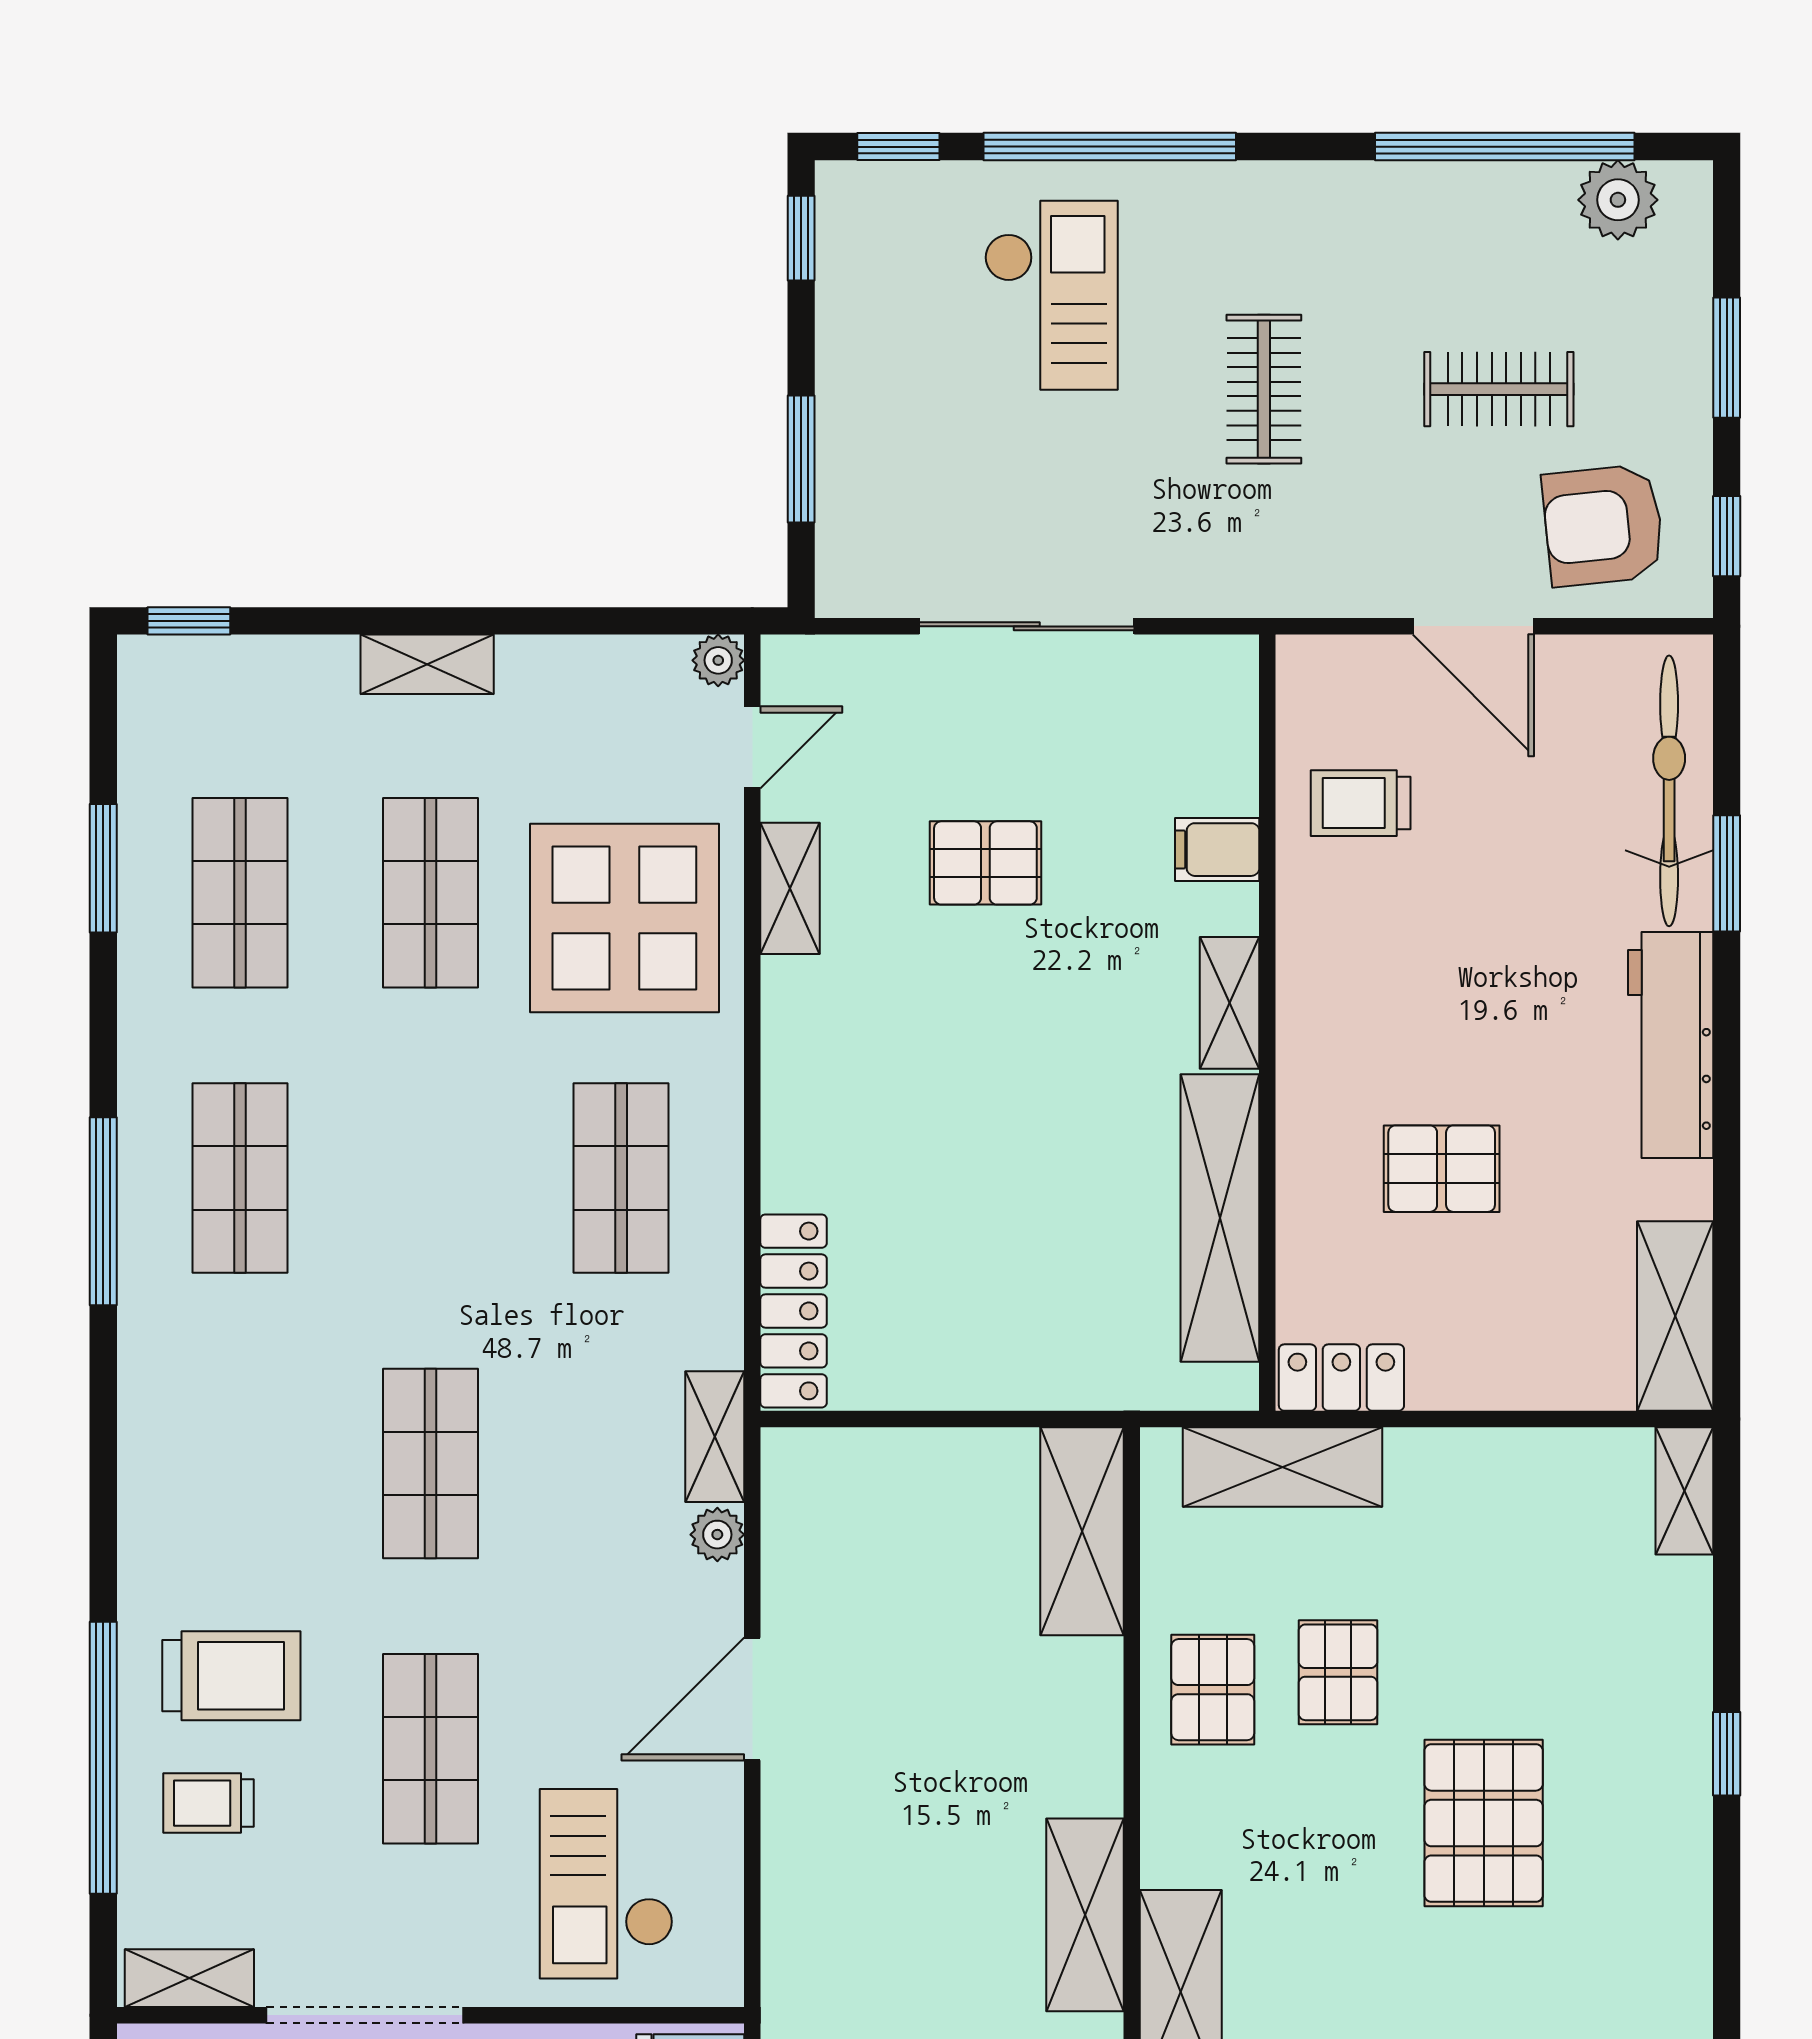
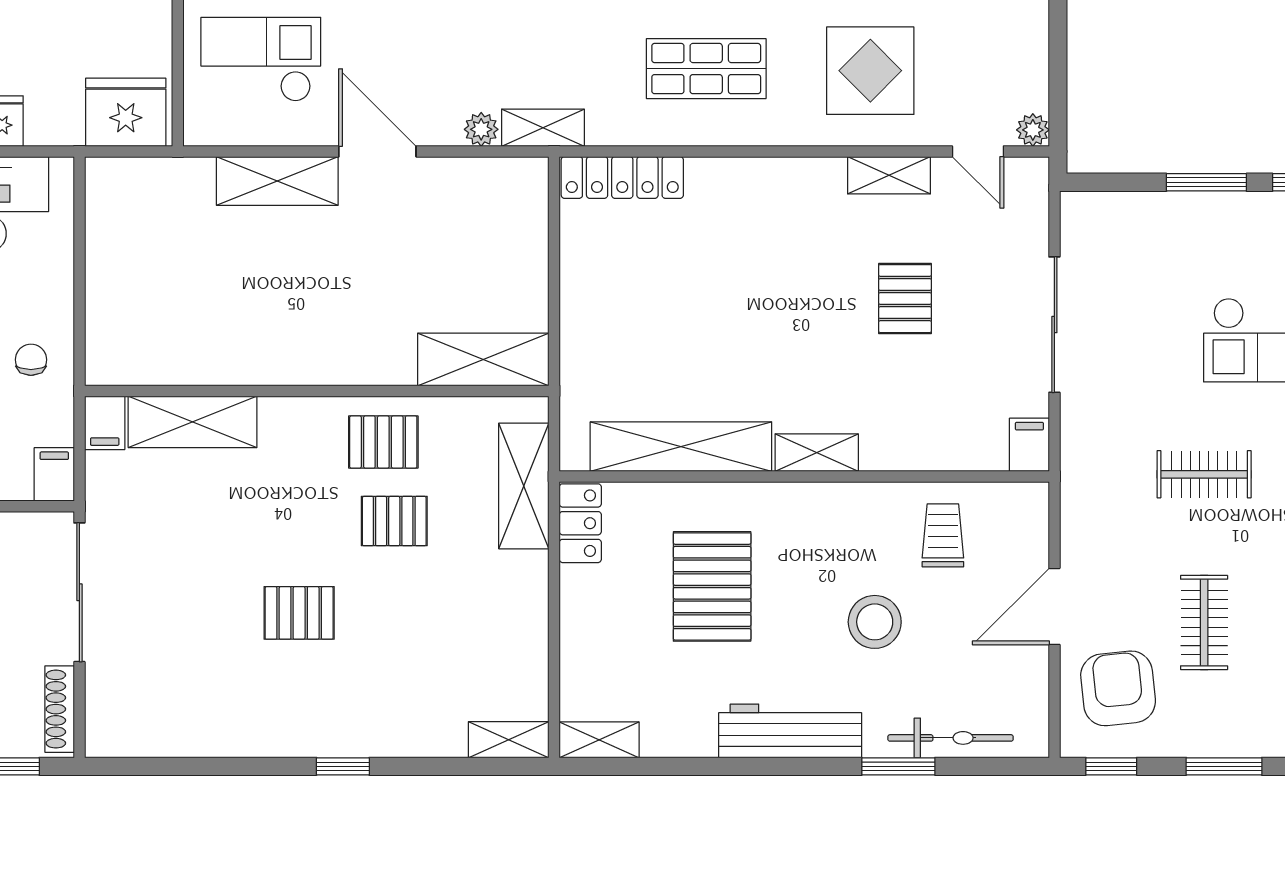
window: (801, 459) -> (1206, 182), moved
bicycle: (1669, 791) -> (951, 738), width x0.73, depth x0.71
filing cabinet: (1217, 850) -> (1029, 445), moved
stool: (1498, 911) -> (875, 622), added
display table: (624, 918) -> (870, 71), width x0.73, depth x0.73
pallet: (1442, 1169) -> (712, 586), width x1.50, depth x1.42
shelving: (1675, 1316) -> (599, 740), width x0.67, depth x0.75
pallet: (1484, 1823) -> (299, 613), width x0.67, depth x0.71
shelving: (1085, 1915) -> (277, 181), moved

